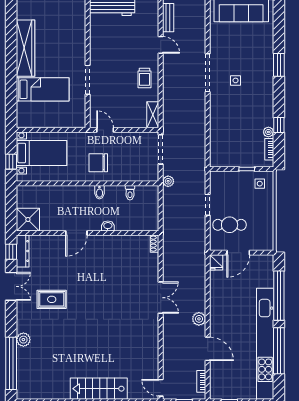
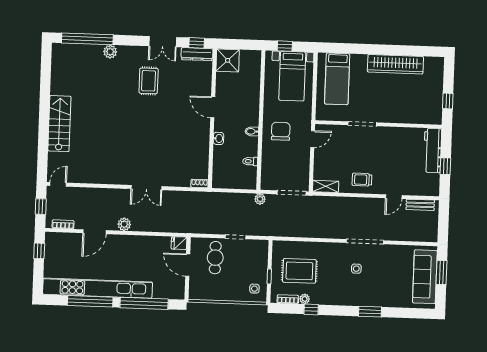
bed: (43, 89) -> (337, 79), moved
rug: (240, 138) -> (299, 271), added

